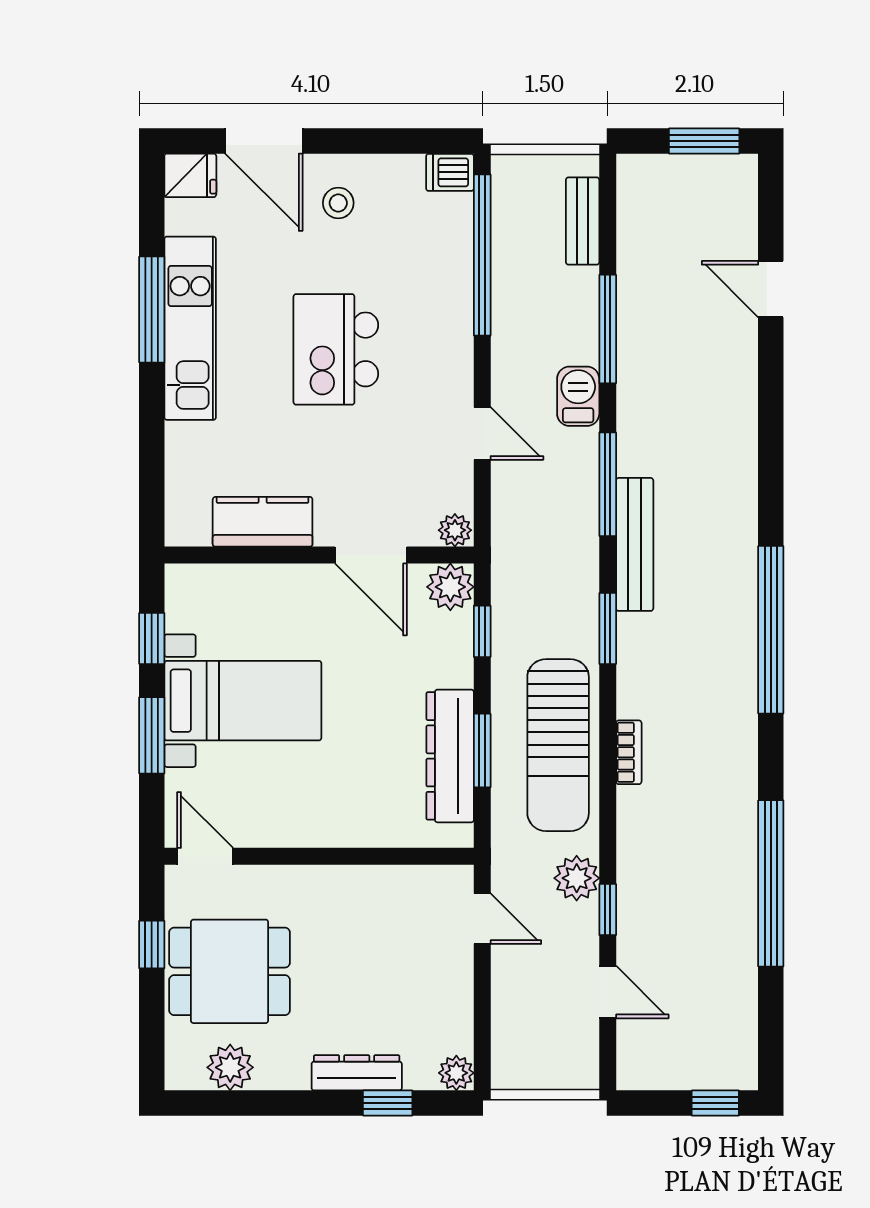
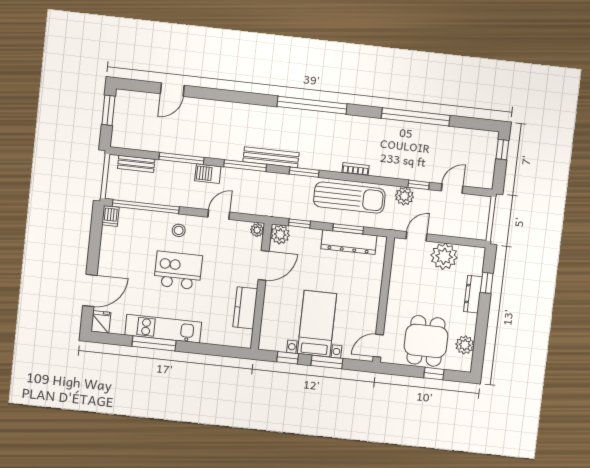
stool: (338, 203) -> (179, 230), moved
kitchen island: (336, 349) -> (178, 270), turned 180
window: (152, 945) -> (434, 374), moved
plant: (456, 1073) -> (444, 256), moved, width x1.88, depth x1.88

